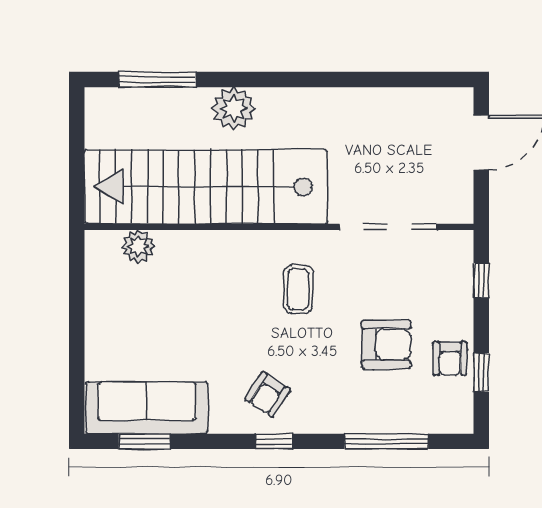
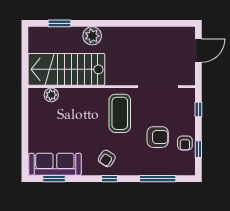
window: (158, 79) -> (60, 23), width x0.69
stairs: (206, 187) -> (66, 69), width x0.73
coffee table: (298, 289) -> (120, 113), width x1.86, depth x1.72

